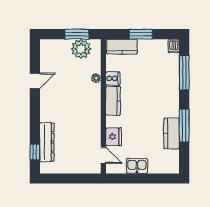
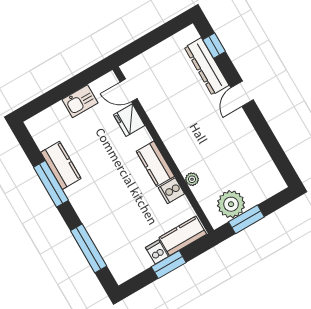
dishwasher: (174, 46) -> (157, 252), moved
door: (35, 81) -> (242, 94), moved

